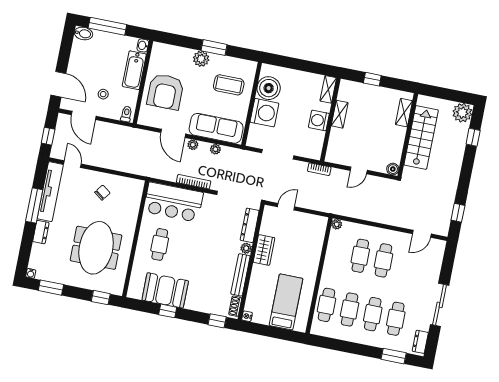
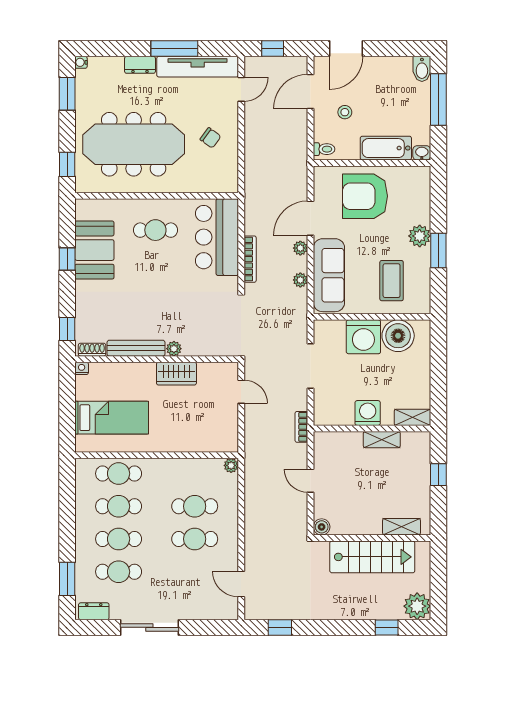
dresser: (250, 225) -> (206, 347), removed
meeting table: (96, 248) -> (134, 144), width x1.36

